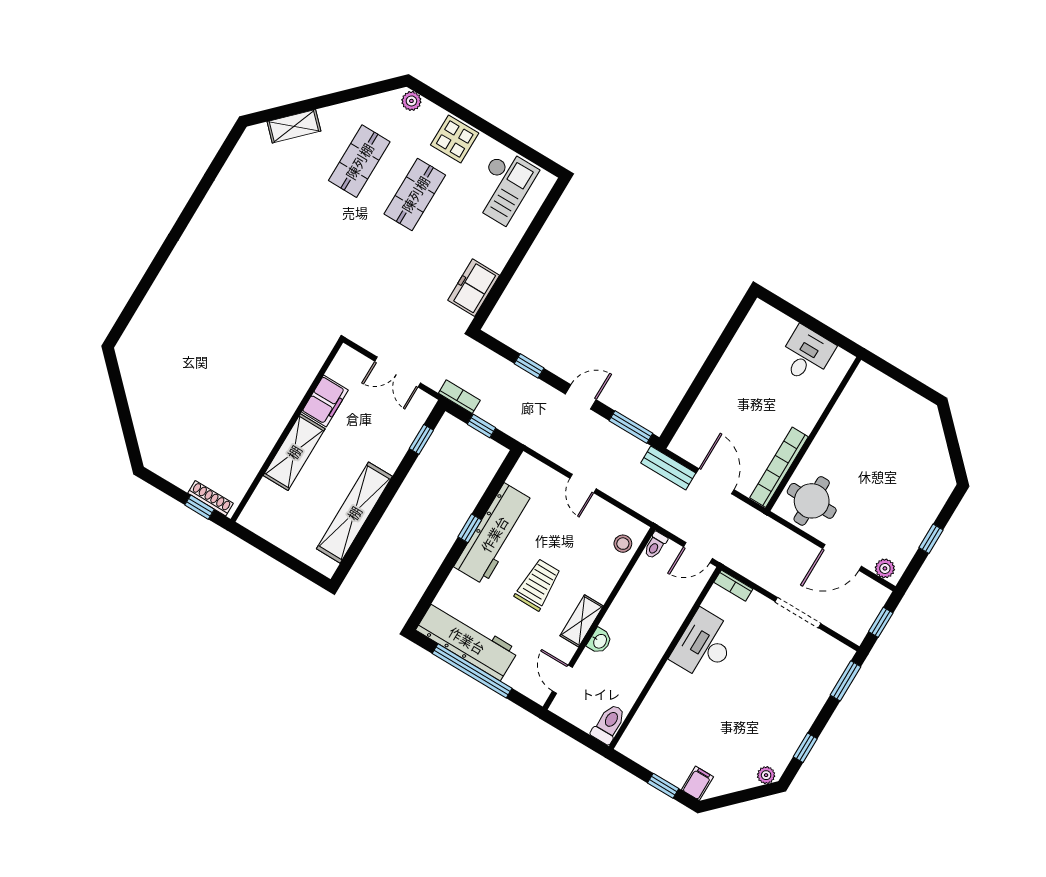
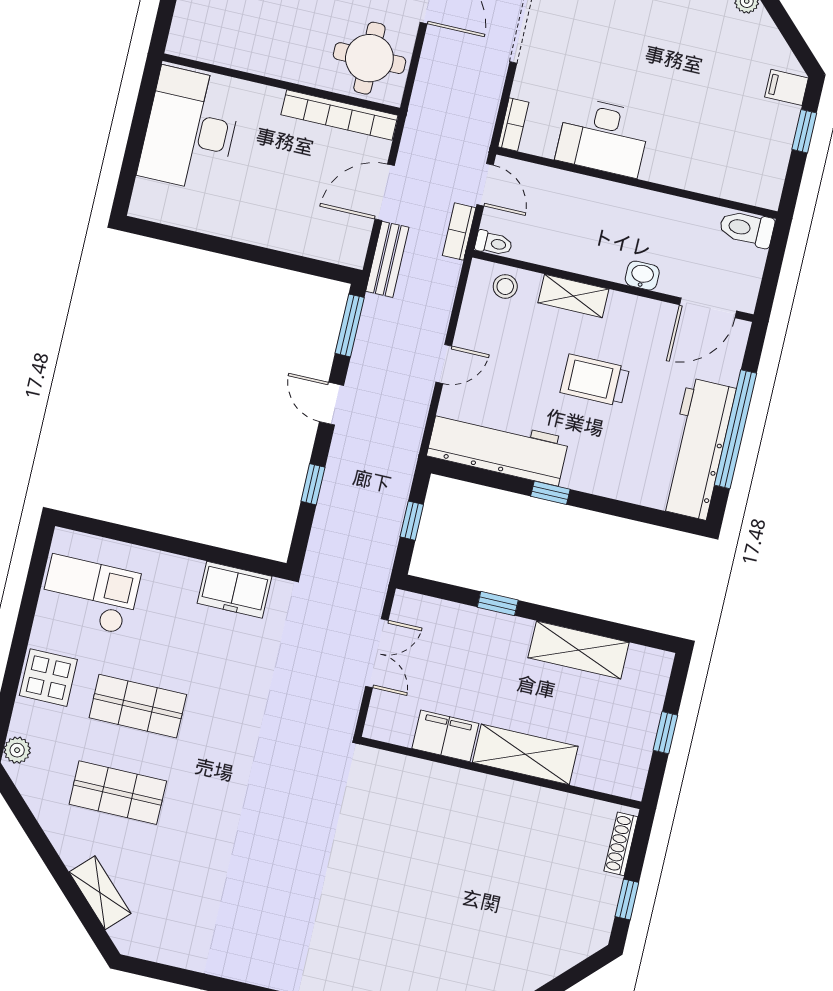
desk: (806, 355) -> (190, 129), width x1.87, depth x1.30
bookcase: (459, 397) -> (459, 232), moved
window: (421, 439) -> (498, 604), moved
window: (199, 507) -> (627, 900), moved
shelving: (354, 513) -> (579, 650), width x0.68
workbench: (494, 534) -> (498, 447), moved
window: (278, 554) -> (665, 733), added
shelving: (582, 621) -> (573, 296), moved
door: (562, 679) -> (708, 308), width x1.38

